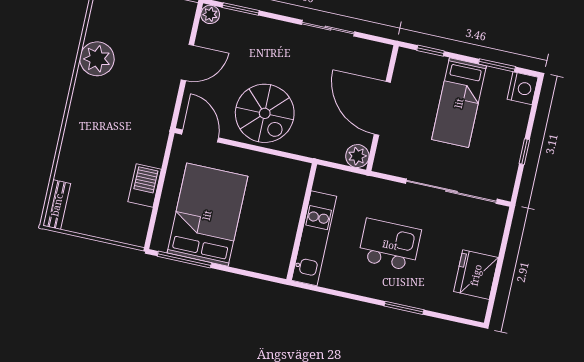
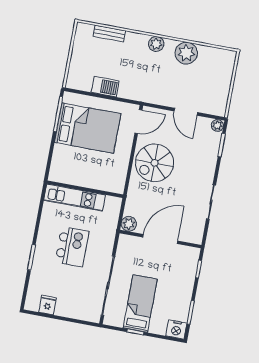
bed: (459, 103) -> (140, 303), moved, turned 90
plant: (81, 105) -> (156, 44), added
bench: (57, 205) -> (109, 34), moved
fridge: (476, 275) -> (48, 305), width x0.53, depth x0.75

